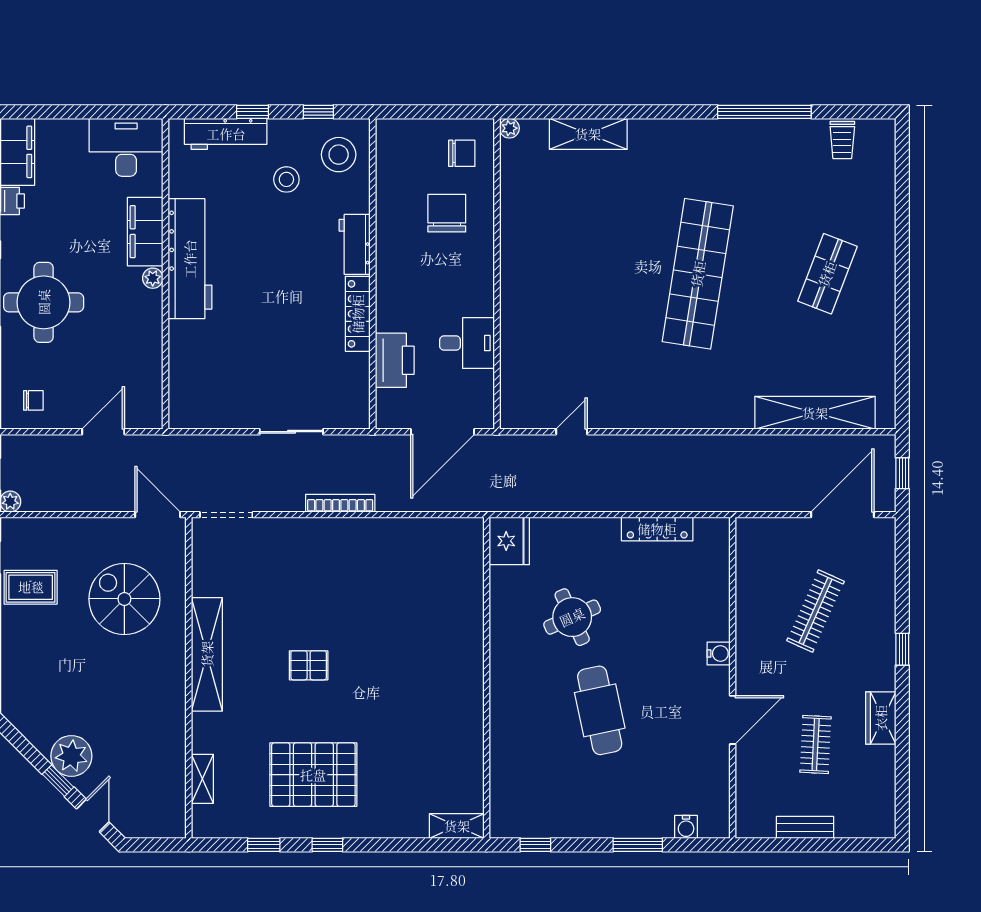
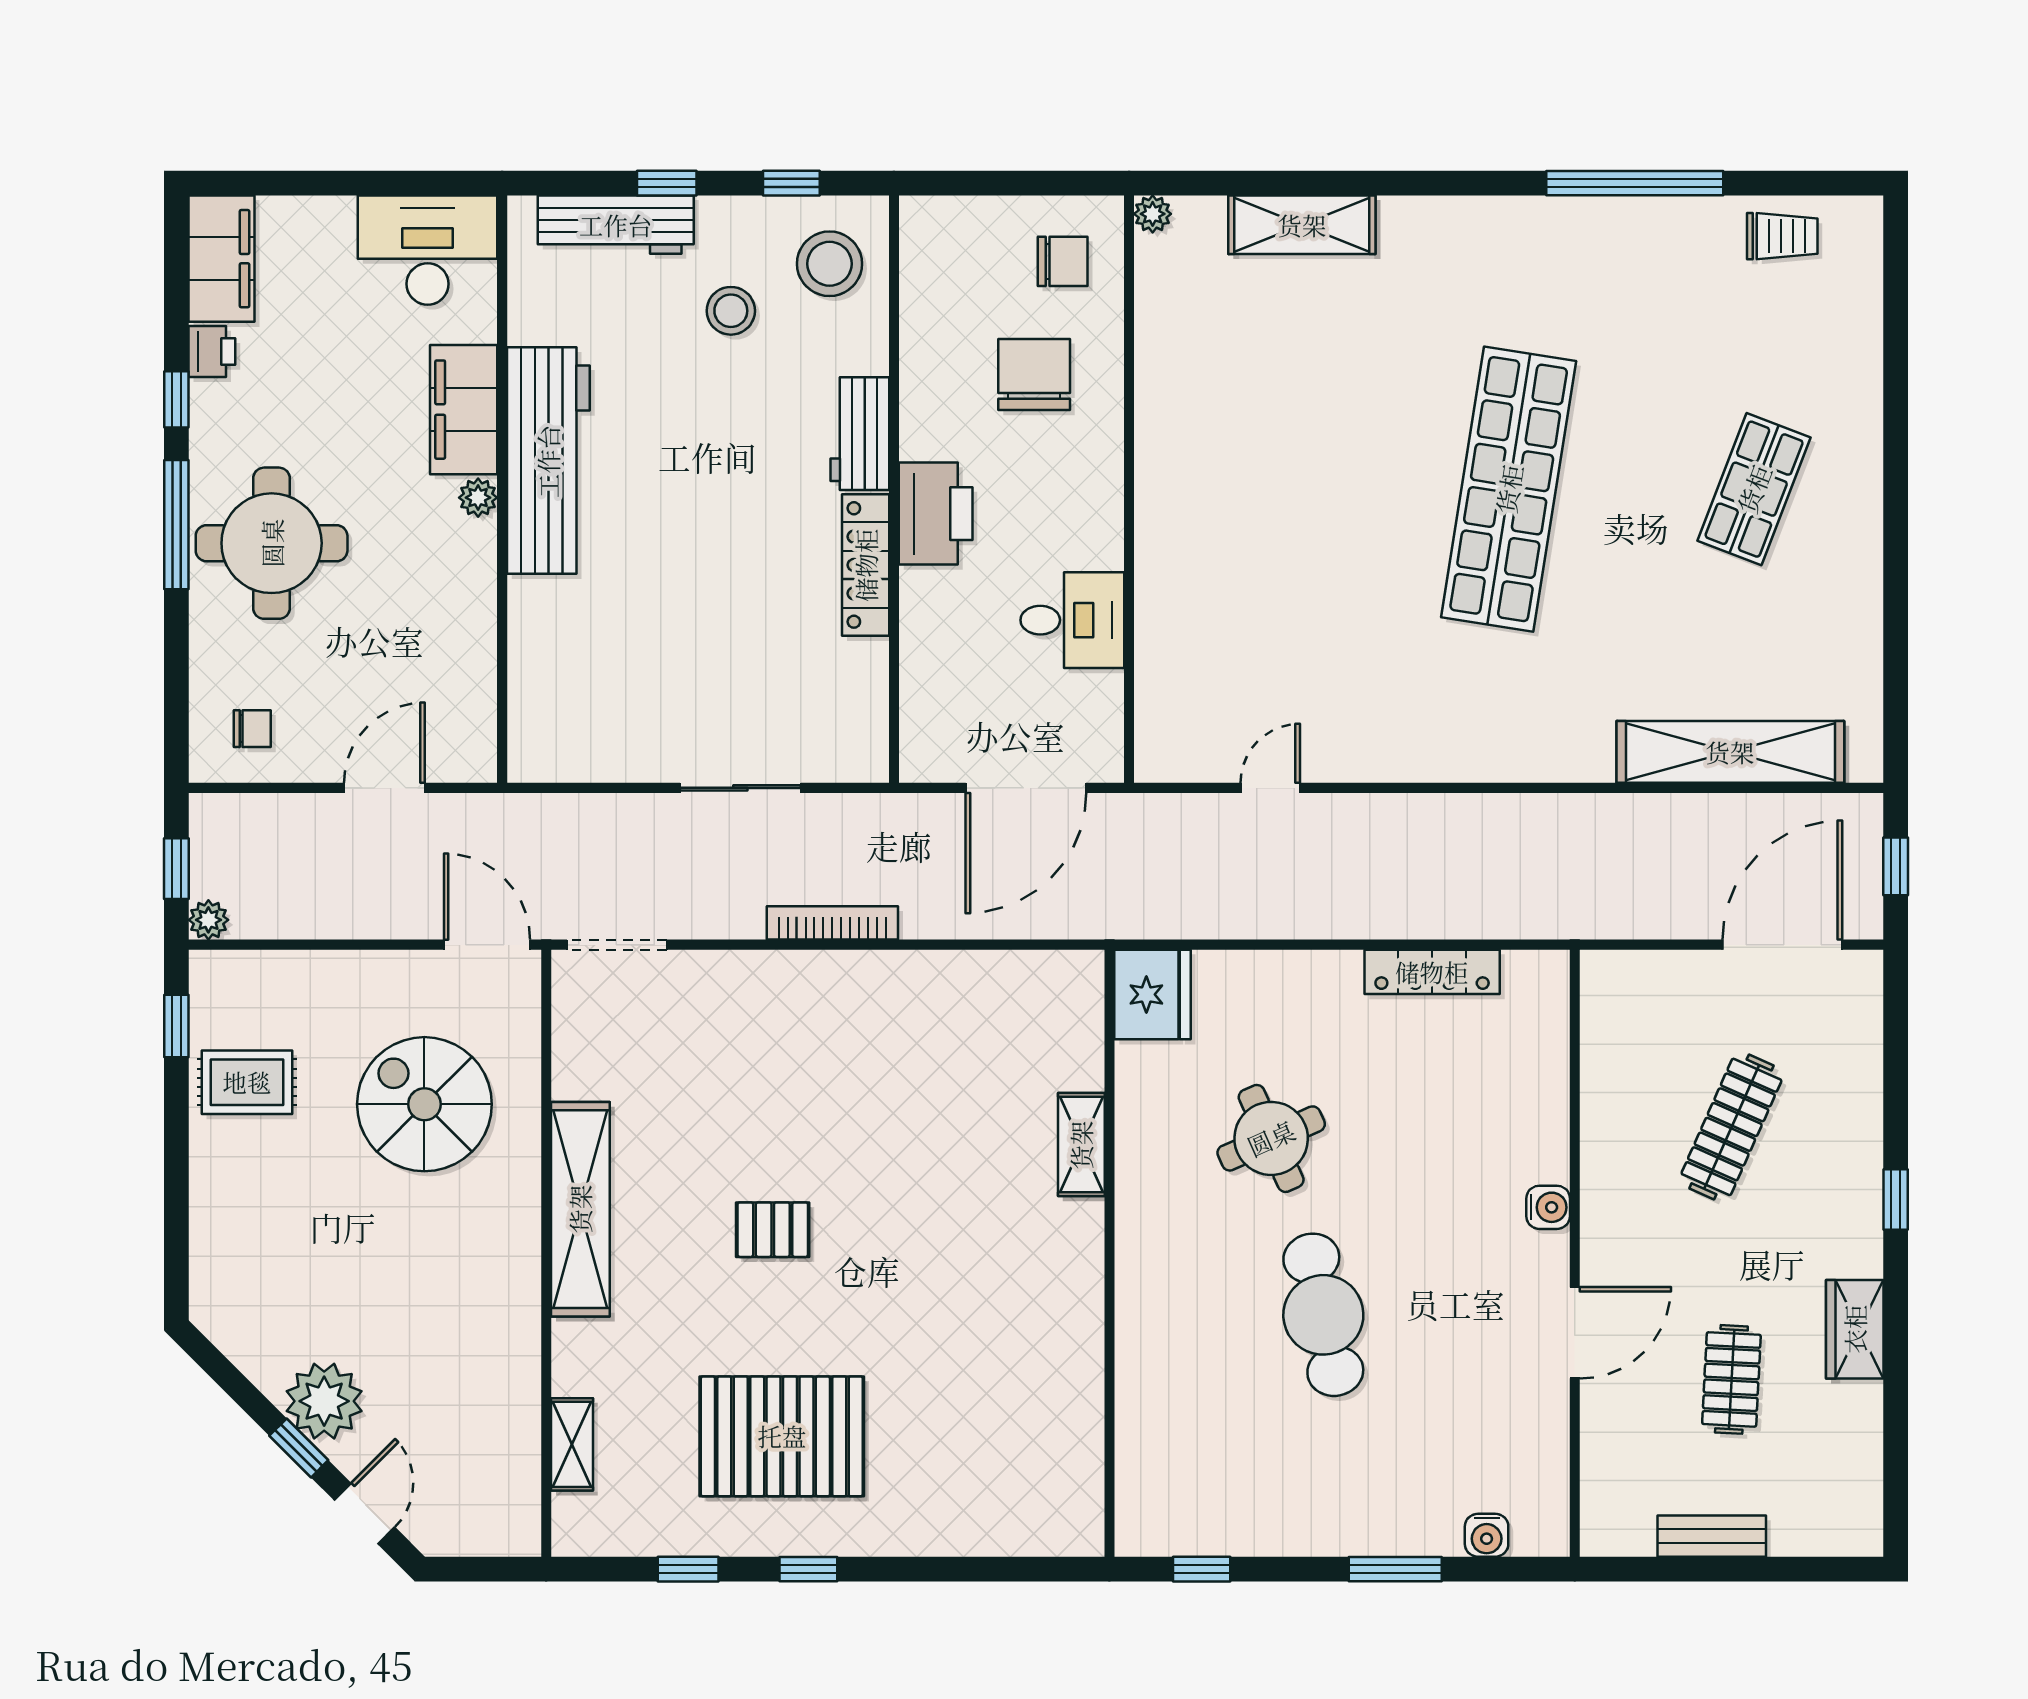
trolley: (842, 140) -> (1782, 236), turned -90
printer: (395, 360) -> (936, 514), moved
shelving: (457, 826) -> (1081, 1145), moved, turned 90

